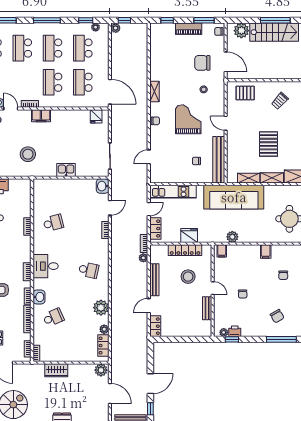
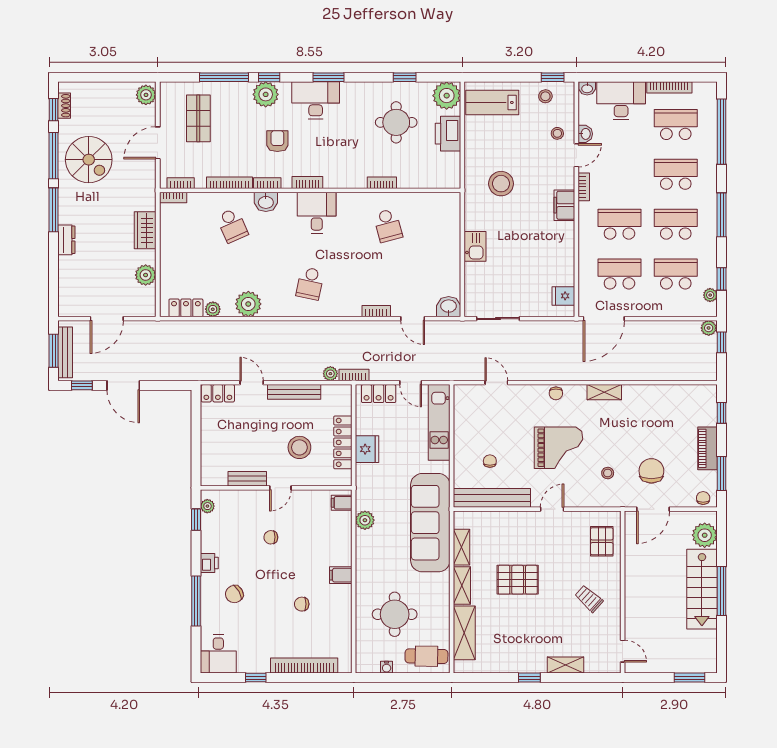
printer: (235, 331) -> (209, 563), moved
plant: (101, 370) -> (146, 275), moved

